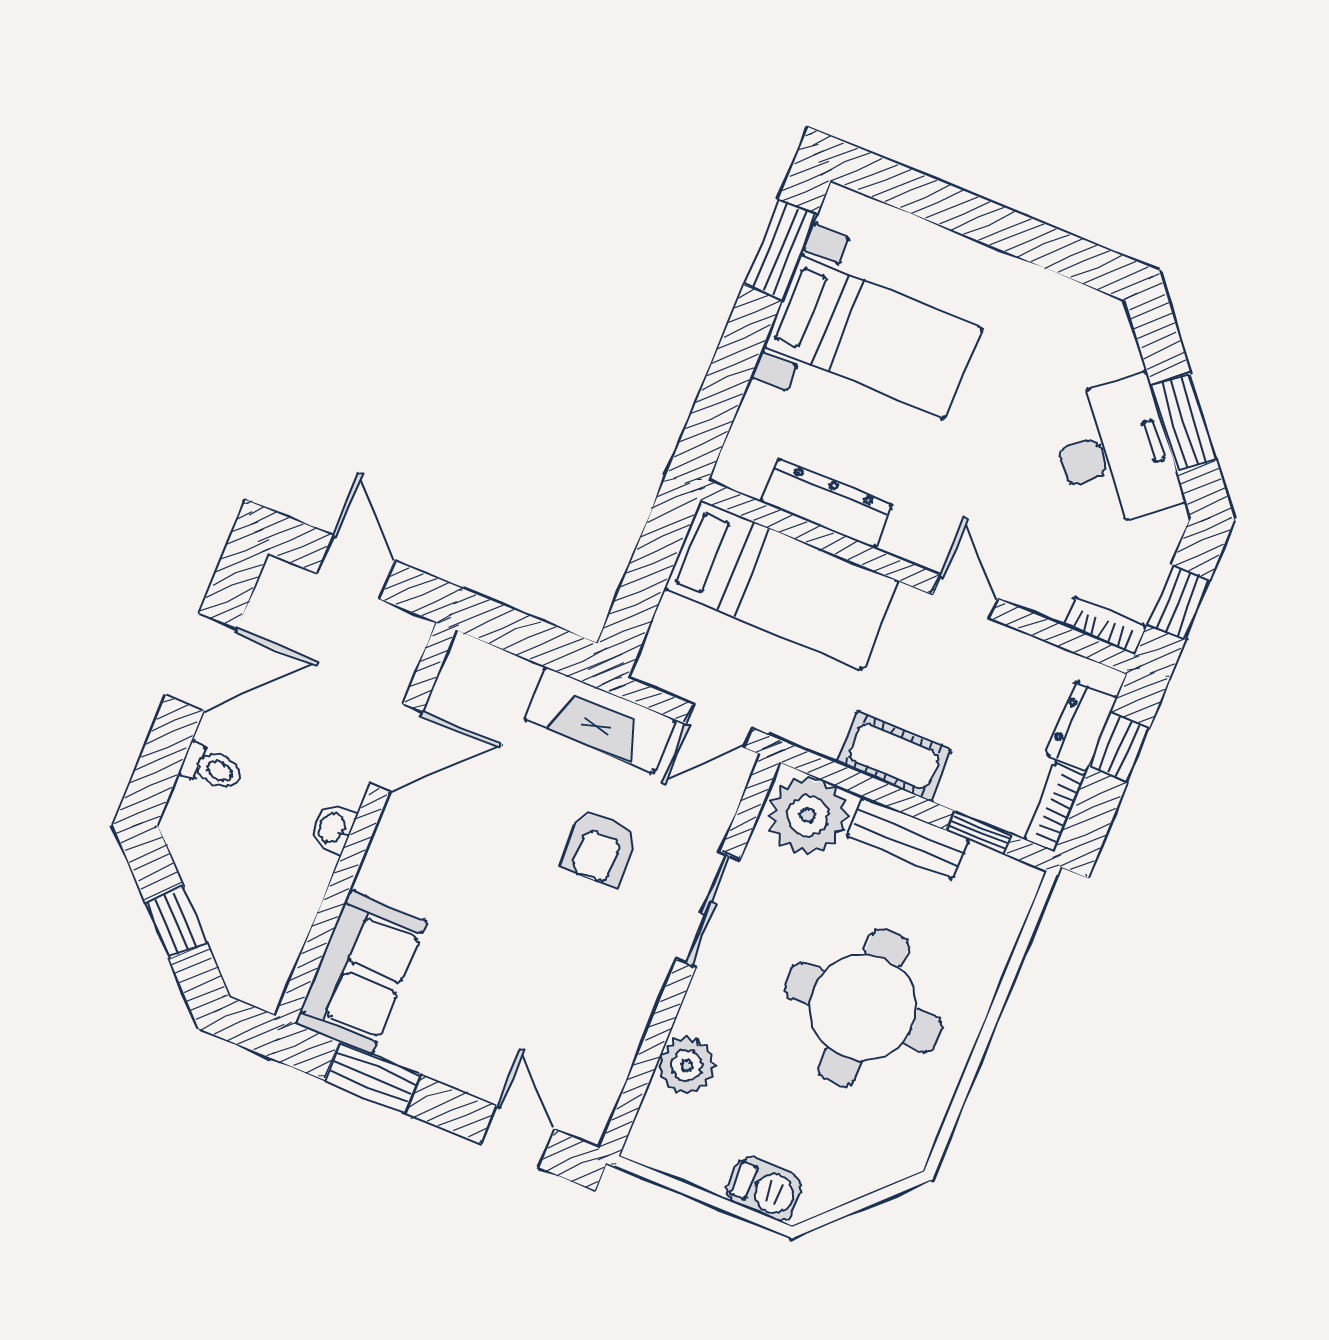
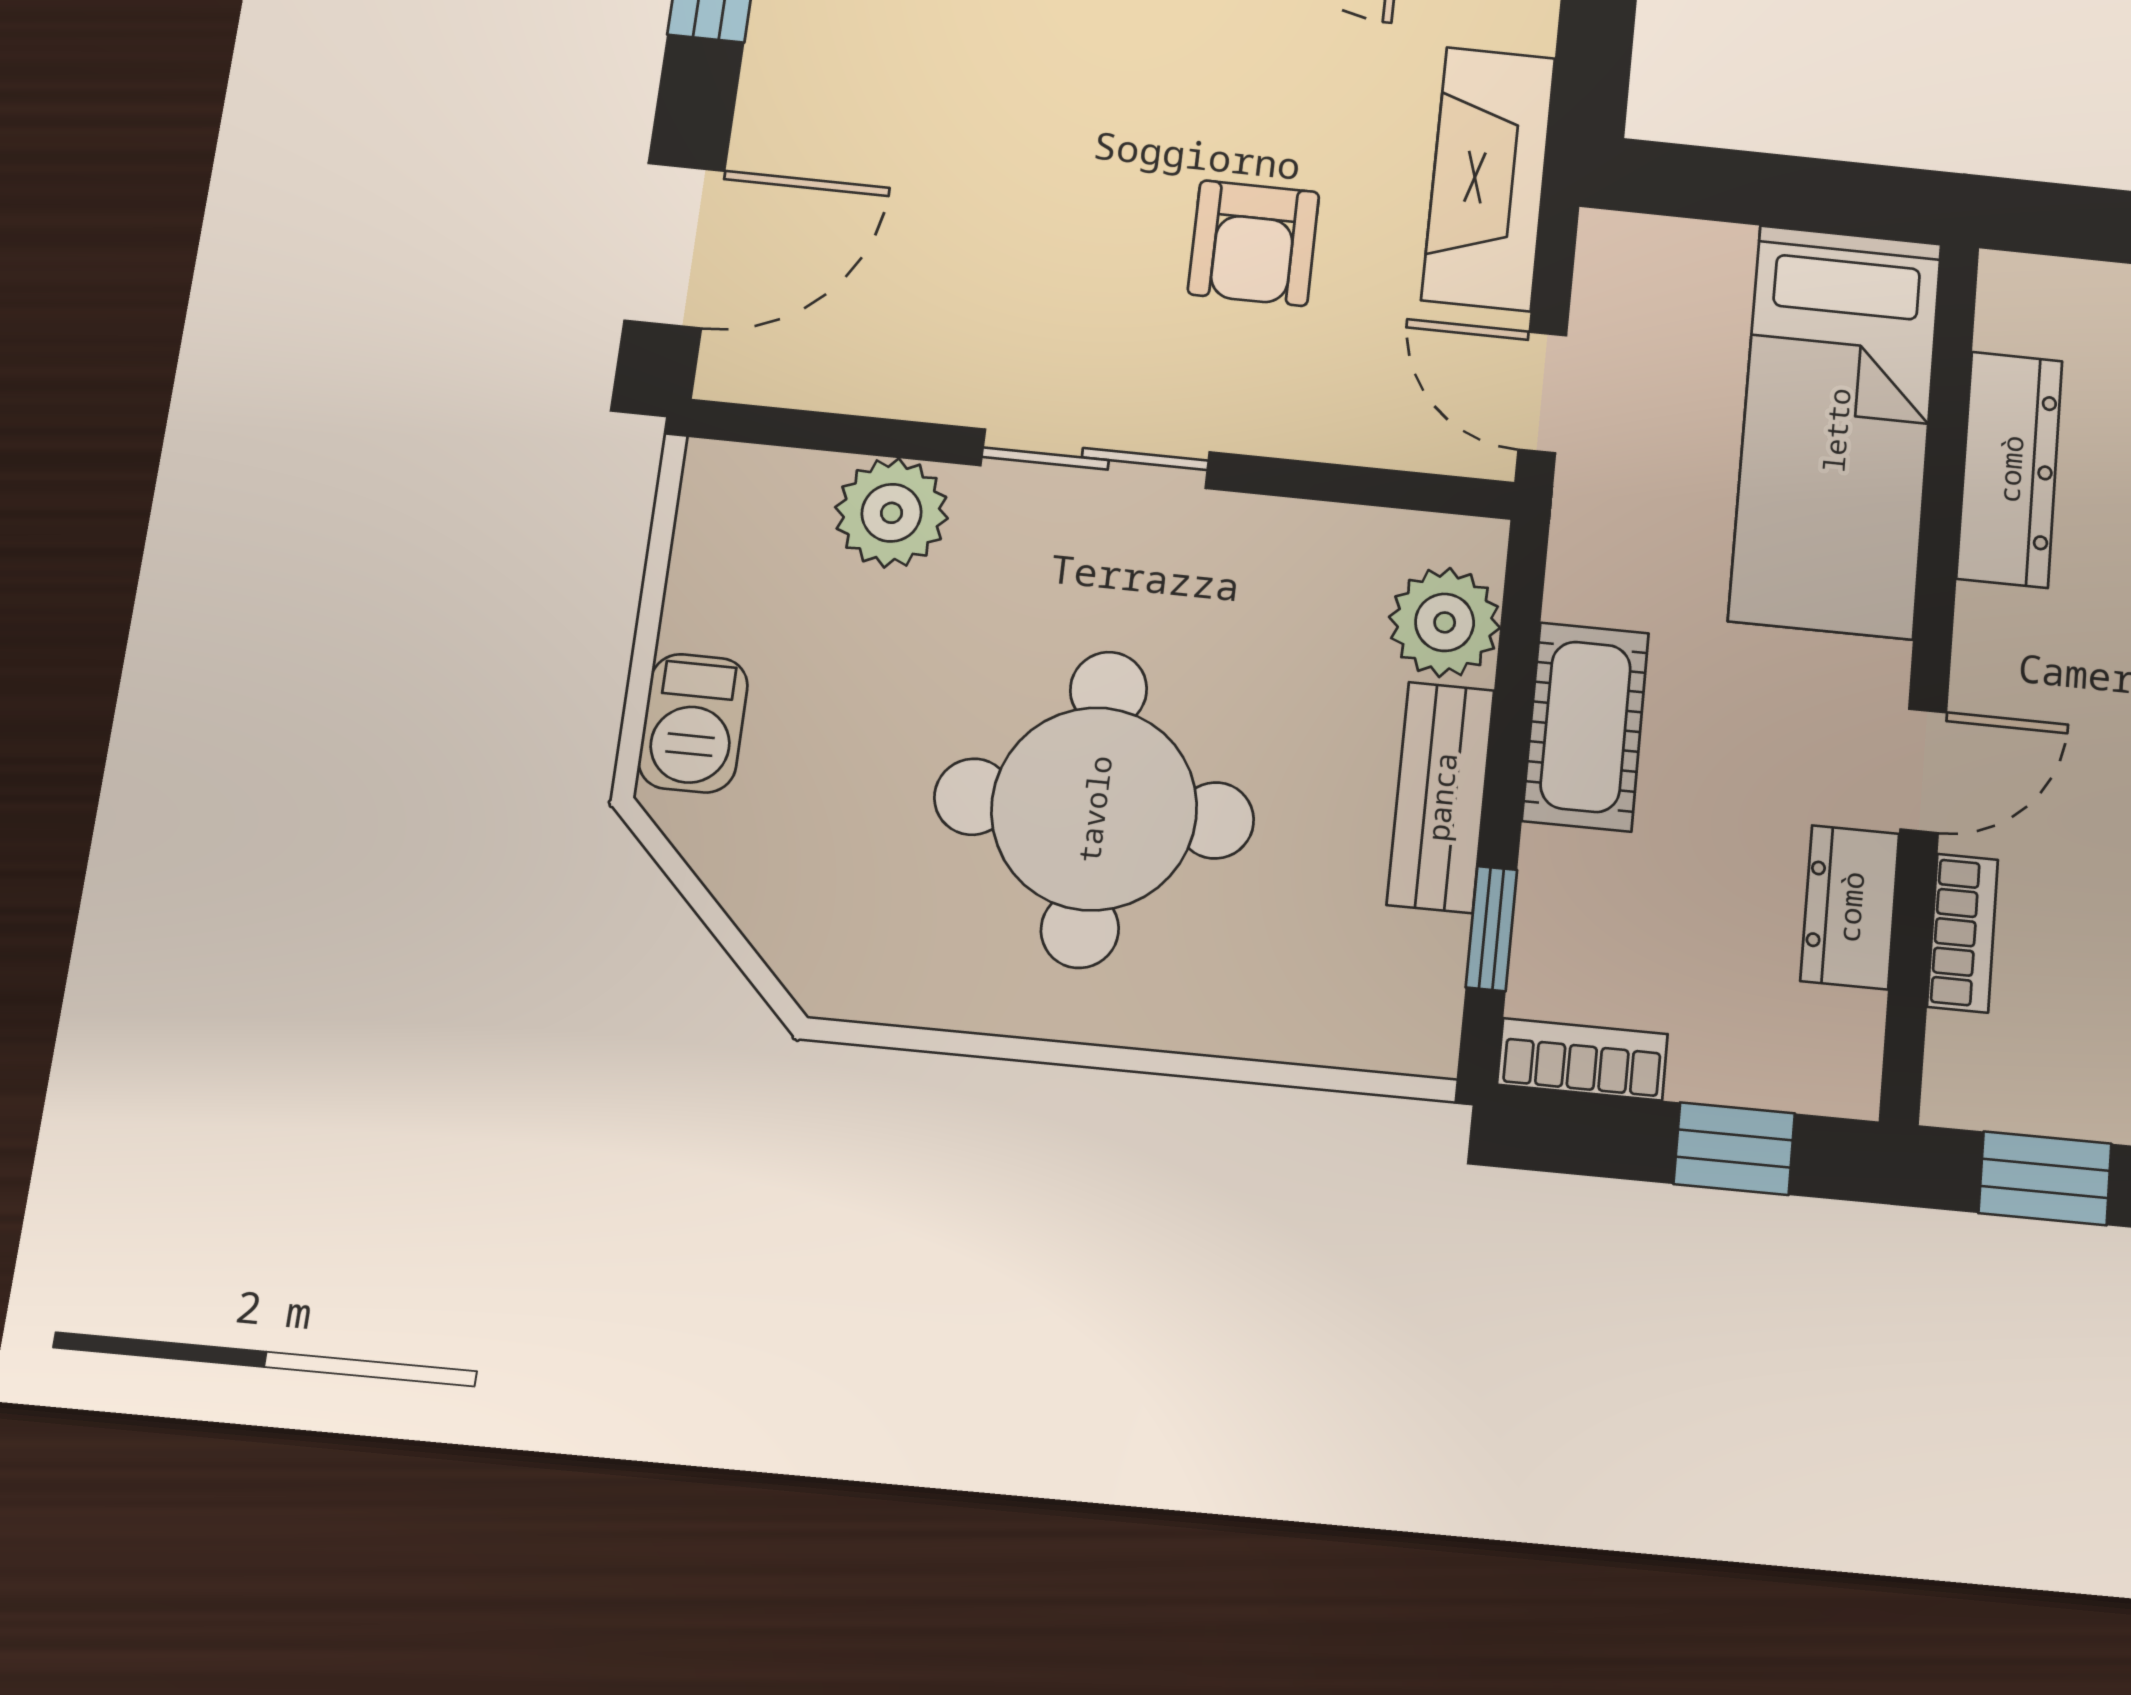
bookcase: (1105, 626) -> (1963, 933), moved
dresser: (1082, 726) -> (1850, 907), moved, turned -90
plant: (808, 816) -> (1445, 622), width x0.73, depth x0.73
armchair: (599, 848) -> (1254, 243), turned -90
sliding door: (708, 909) -> (1095, 459), moved
door: (517, 1137) -> (675, 245), width x1.38

